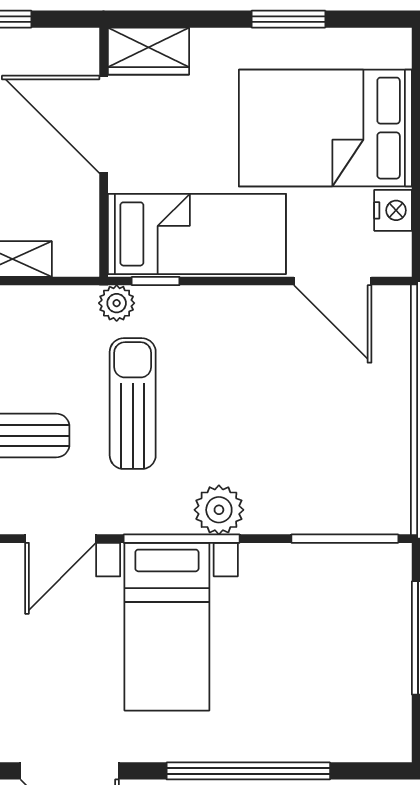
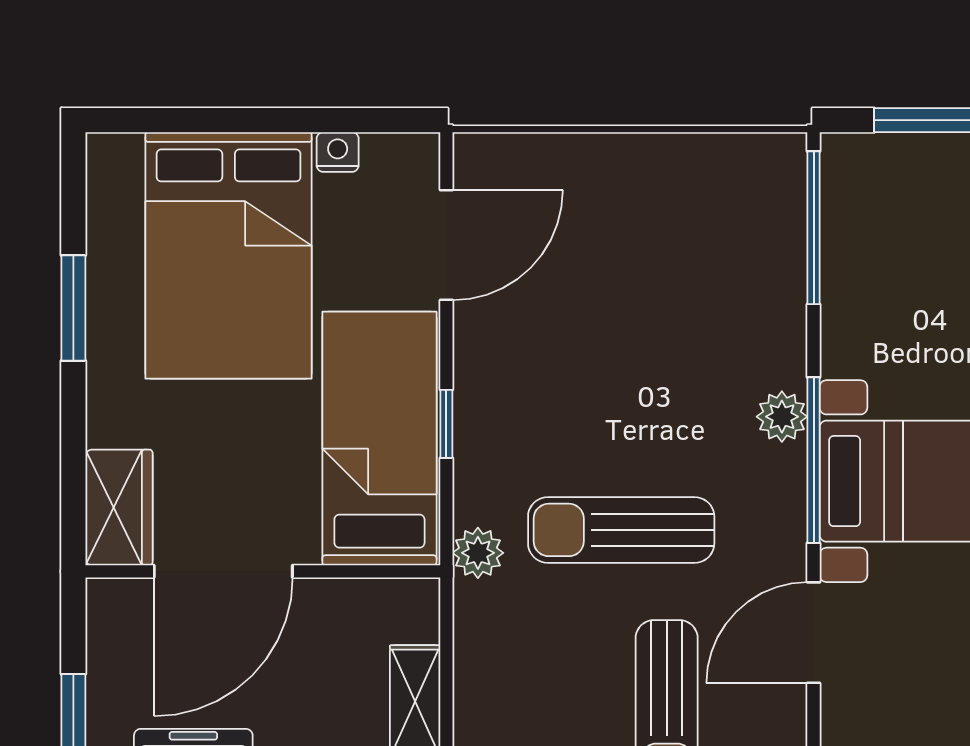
nightstand: (393, 210) -> (338, 152), width x0.72, depth x0.74
window: (156, 281) -> (446, 424), moved
plant: (219, 510) -> (782, 417), width x0.73, depth x0.73
door: (61, 539) -> (814, 633), swing flipped

